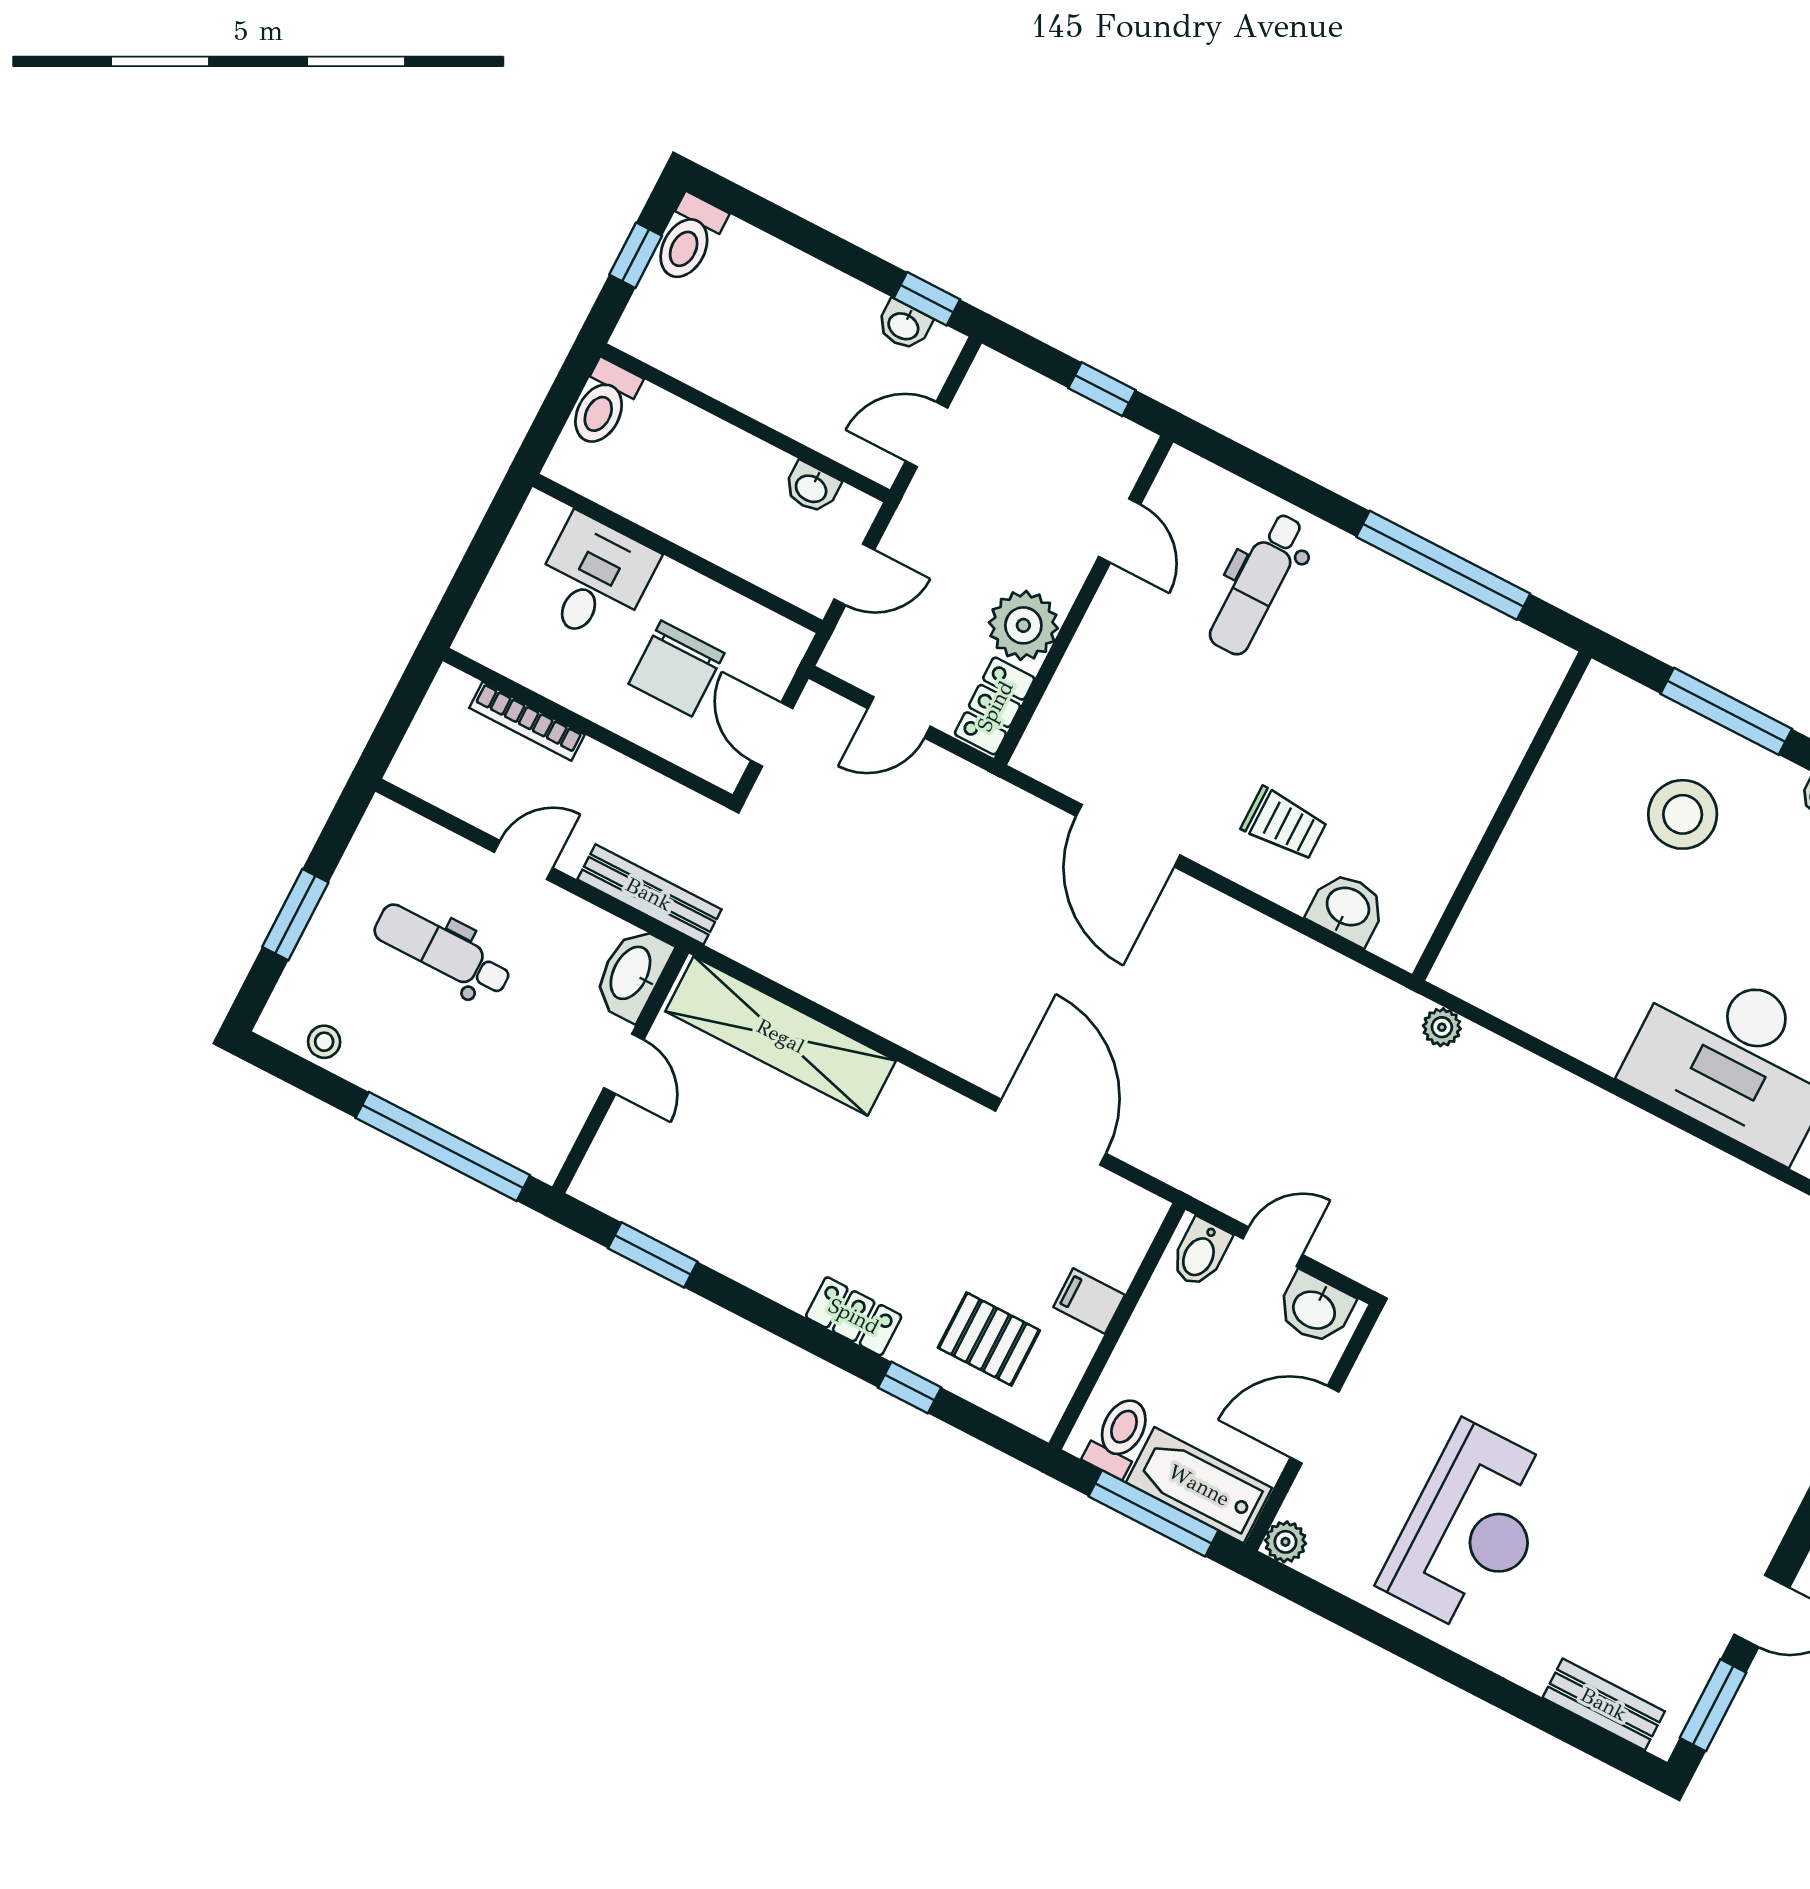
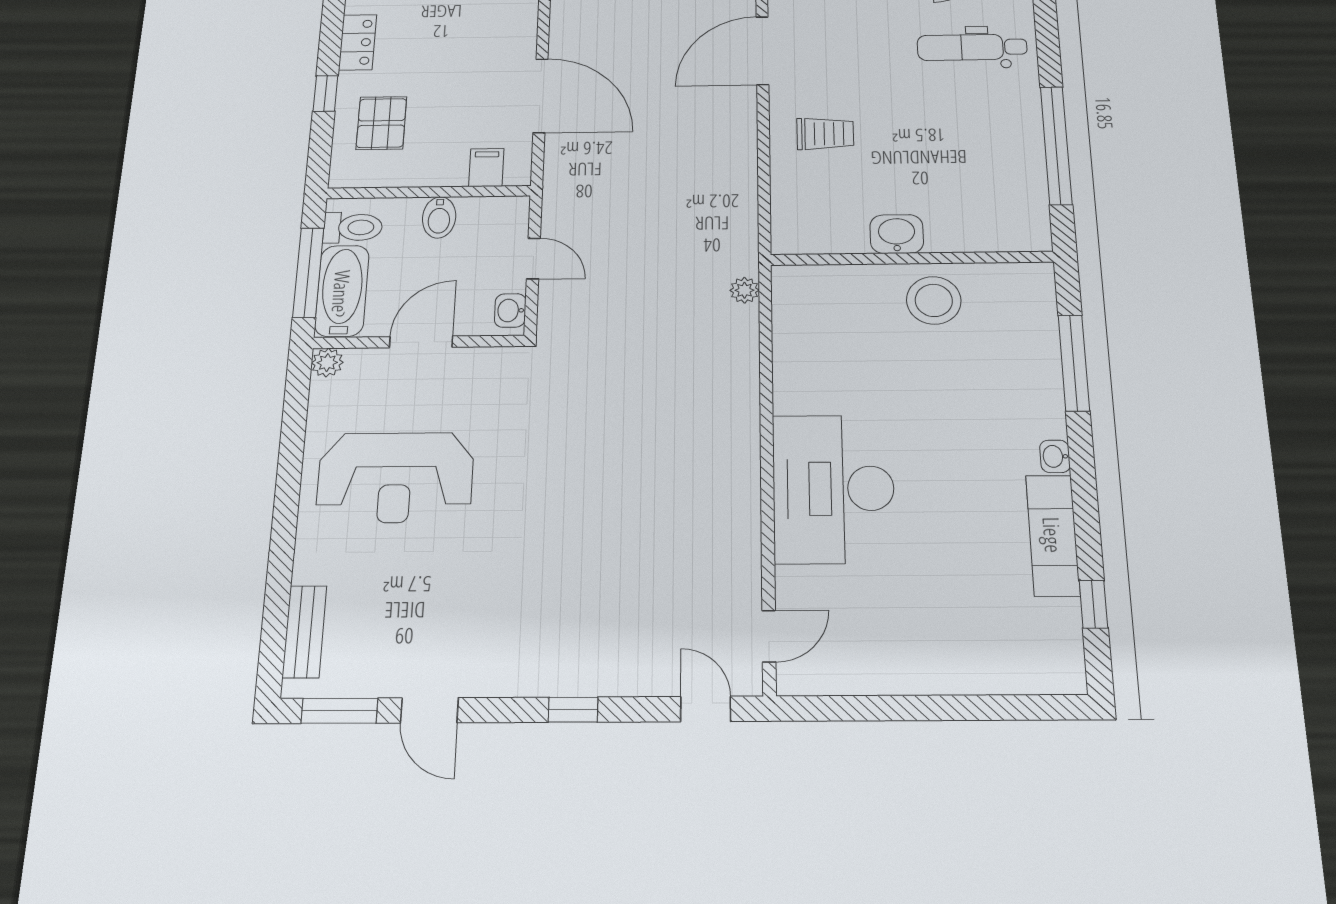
stool: (1683, 814) -> (934, 300), moved
trolley: (1284, 824) -> (825, 134), turned -90
washbasin: (1347, 908) -> (897, 234), moved, turned -90
door: (1051, 1132) -> (540, 96), hinge flipped
bidet: (1200, 1253) -> (439, 217), moved, turned -90
filing cabinet: (1089, 1301) -> (486, 168), moved
washbasin: (1315, 1309) -> (510, 310), width x0.72, depth x0.69
door: (1315, 1425) -> (421, 342), hinge flipped

